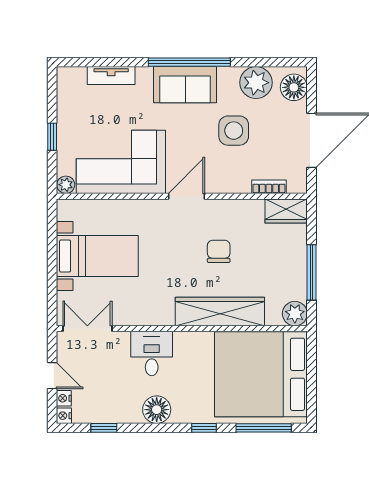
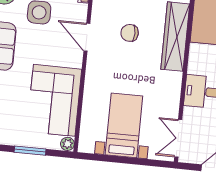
window: (52, 137) -> (30, 151), width x1.50
door: (187, 196) -> (87, 37), moved

